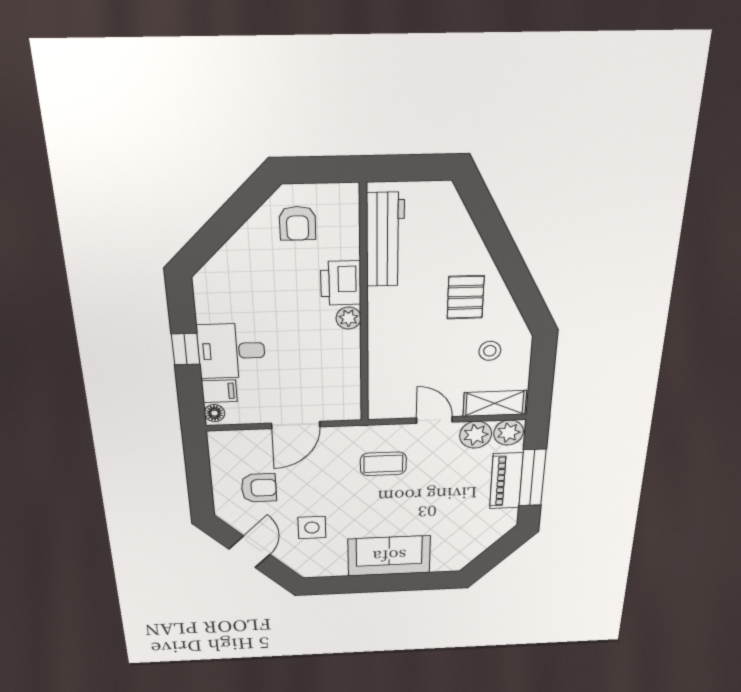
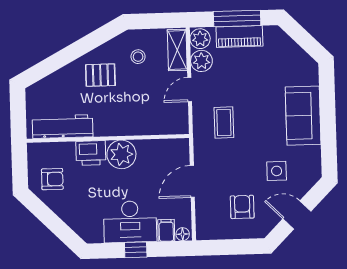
plant: (349, 318) -> (121, 154), width x1.87, depth x1.87
desk: (231, 351) -> (130, 222), width x1.37
door: (296, 425) -> (192, 181), swing flipped

